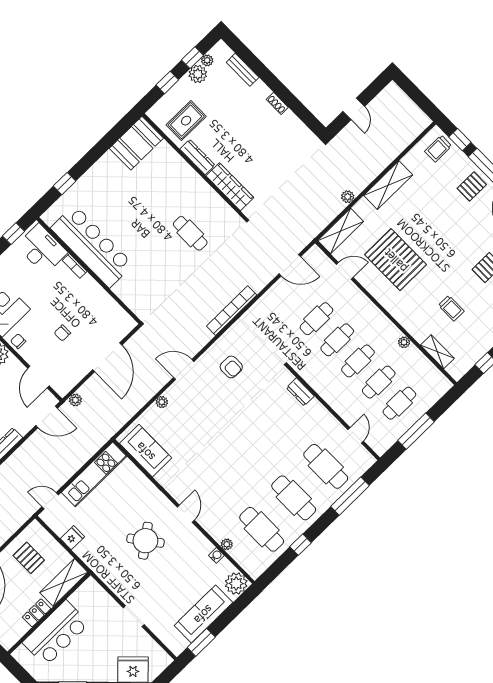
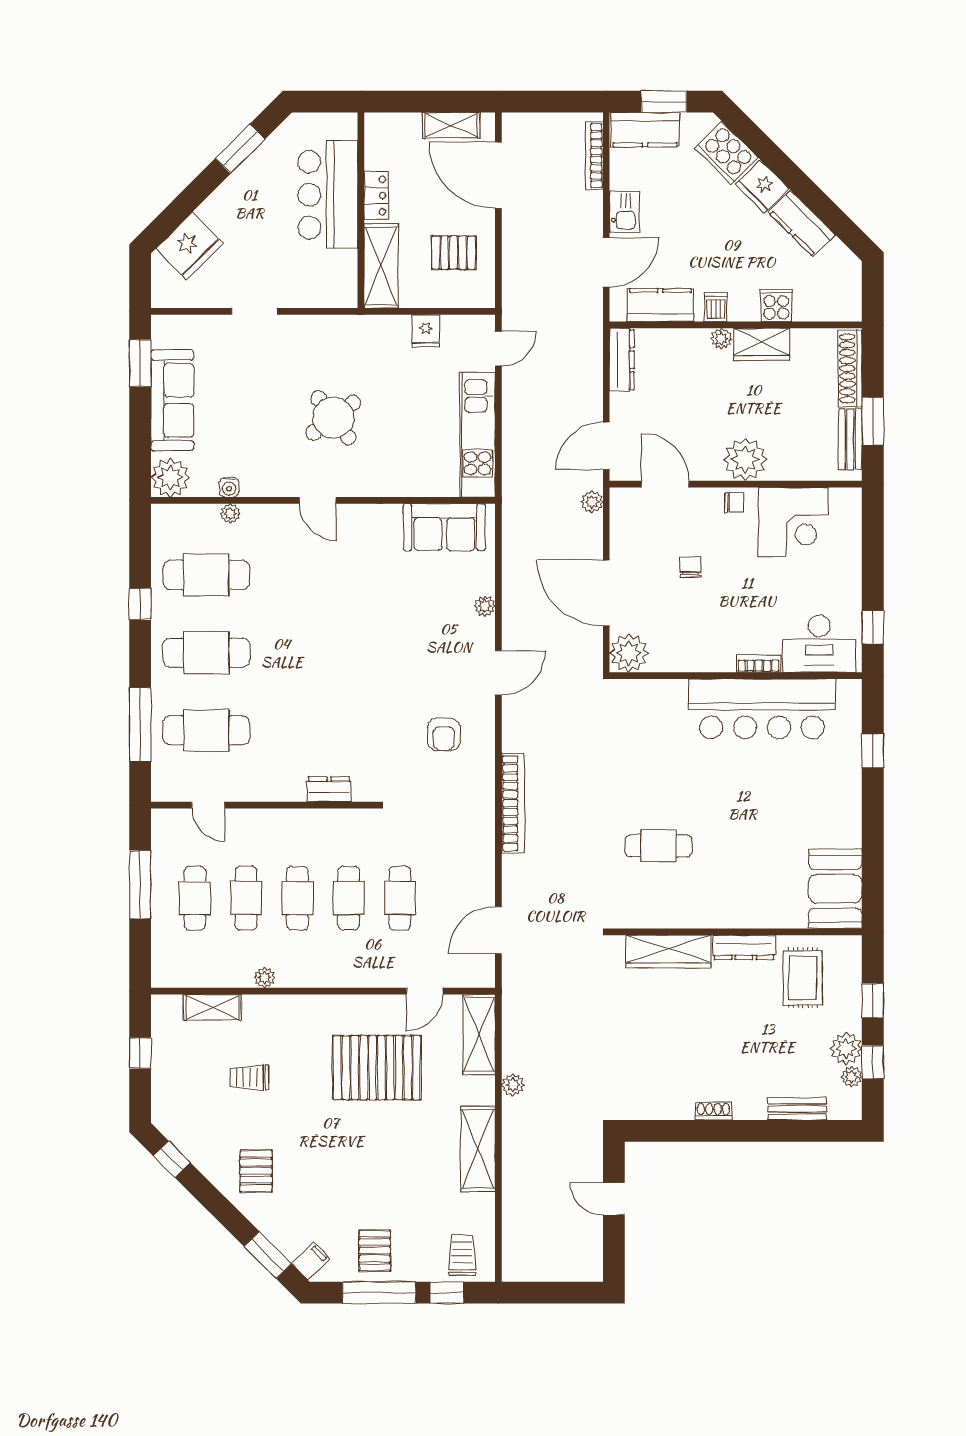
plant: (123, 324) -> (629, 653), added
armchair: (231, 367) -> (444, 734), turned -90

